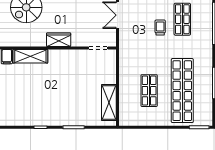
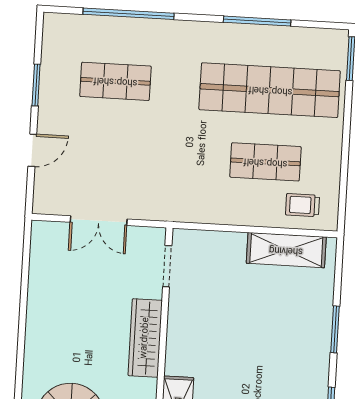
trolley: (160, 28) -> (303, 205), moved
wardrobe: (59, 40) -> (145, 338), width x1.50

